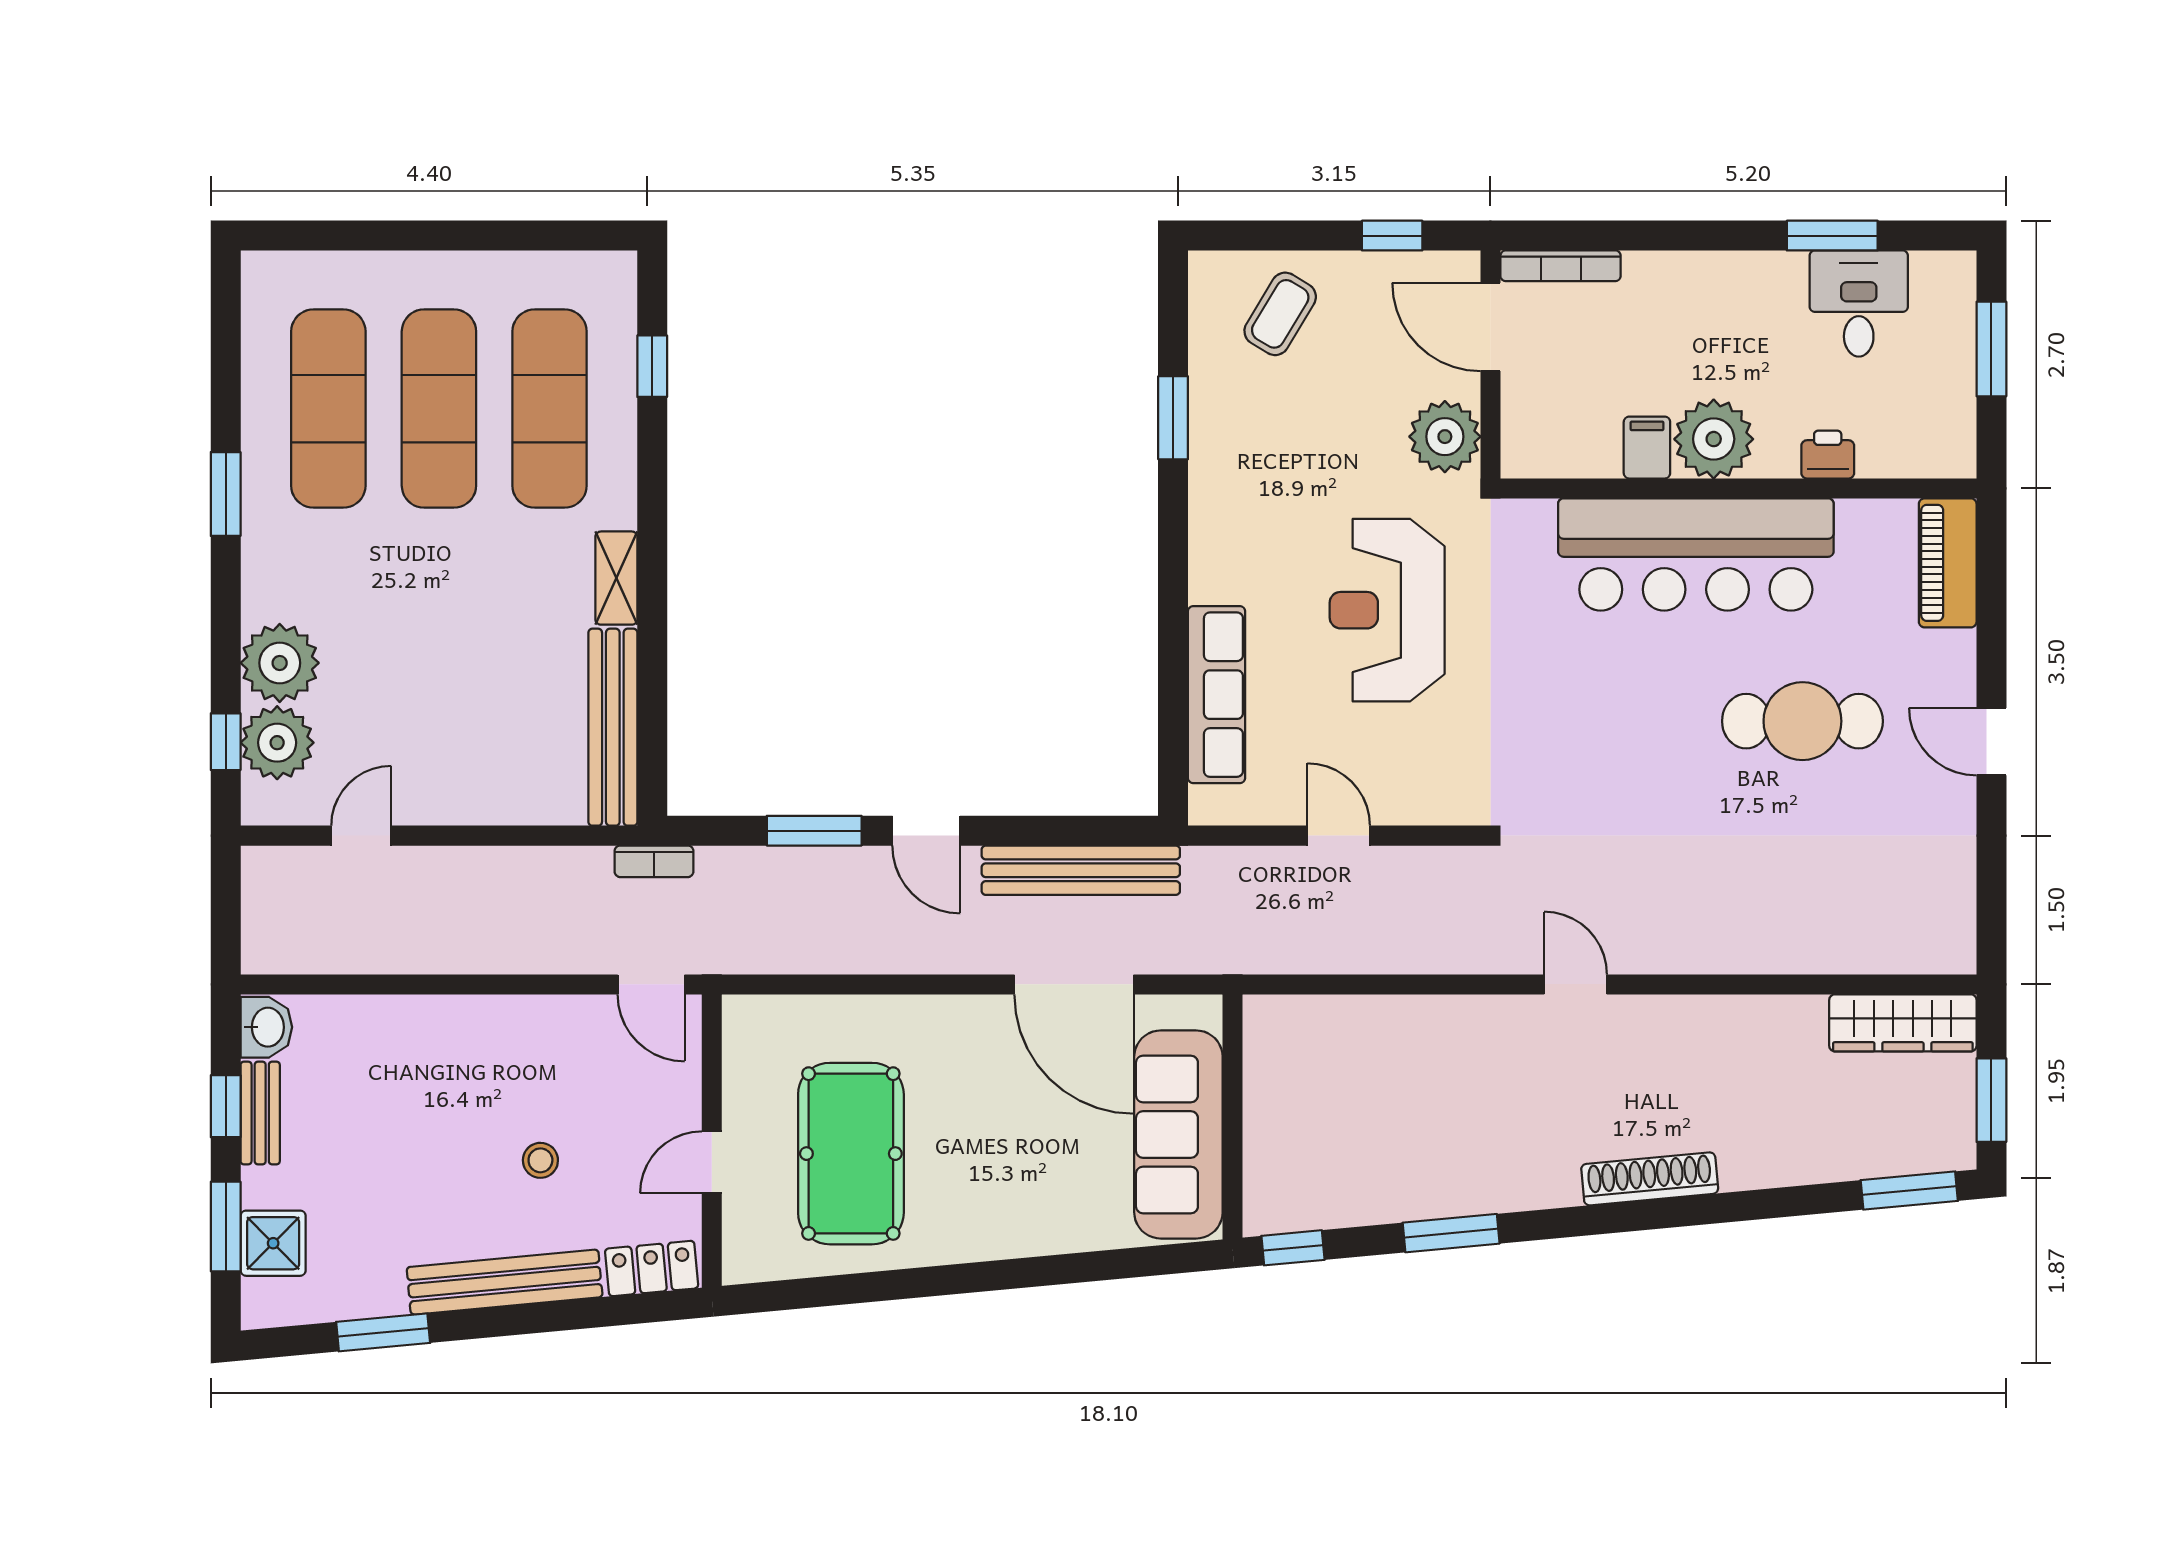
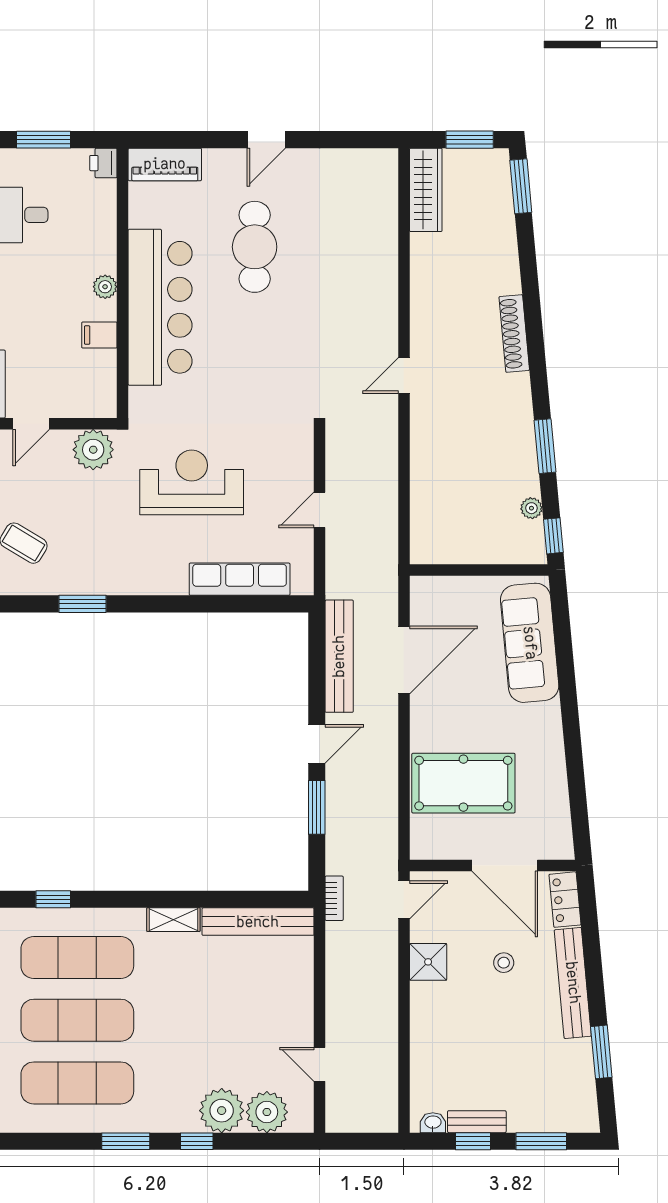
door: (1490, 327) -> (31, 424), width x0.73
plant: (1714, 439) -> (105, 287), width x0.53, depth x0.53
printer: (1828, 455) -> (103, 163), moved
reception desk: (1387, 610) -> (192, 482), turned 180
window: (226, 742) -> (197, 1141), moved
washbasin: (266, 1027) -> (433, 1123), width x0.72, depth x0.69
sofa: (1178, 1134) -> (530, 643), moved, turned 85
pool table: (851, 1154) -> (463, 783), moved
door: (712, 1162) -> (505, 865), width x1.87
plant: (1342, 1209) -> (531, 508), added
shower: (273, 1243) -> (428, 962), moved

